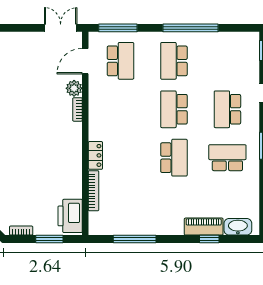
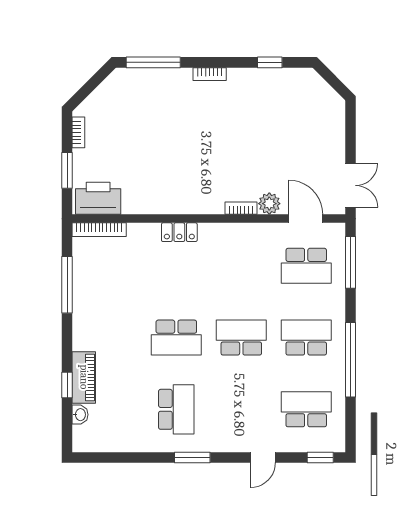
school desk: (227, 109) -> (306, 409), moved
bookcase: (94, 191) -> (99, 230), moved
washbasin: (238, 227) -> (80, 415), width x0.52, depth x0.69

